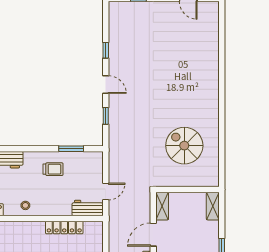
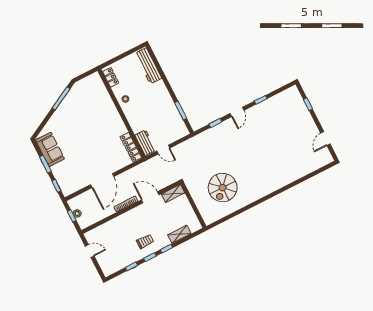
spiral stairs: (184, 146) -> (223, 188), turned 180
trolley: (53, 169) -> (160, 105), removed
shelving: (213, 206) -> (179, 234), moved
locker: (64, 227) -> (131, 147), moved

